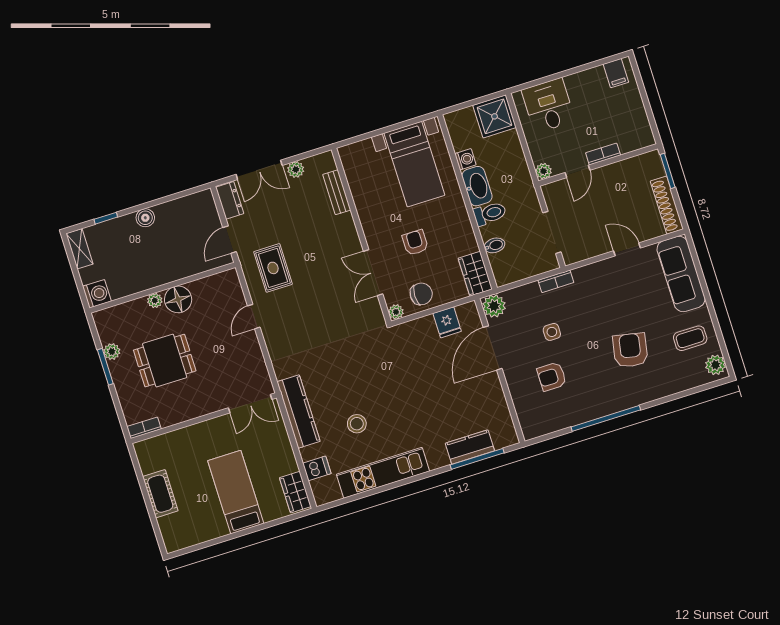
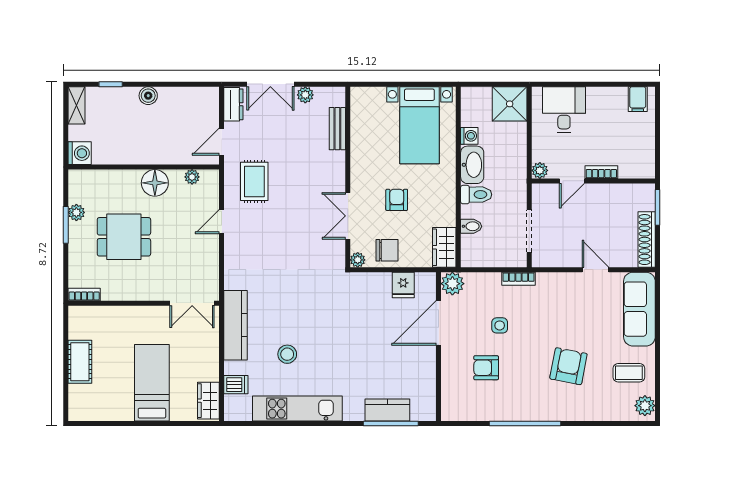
plant: (155, 300) -> (192, 177), moved

